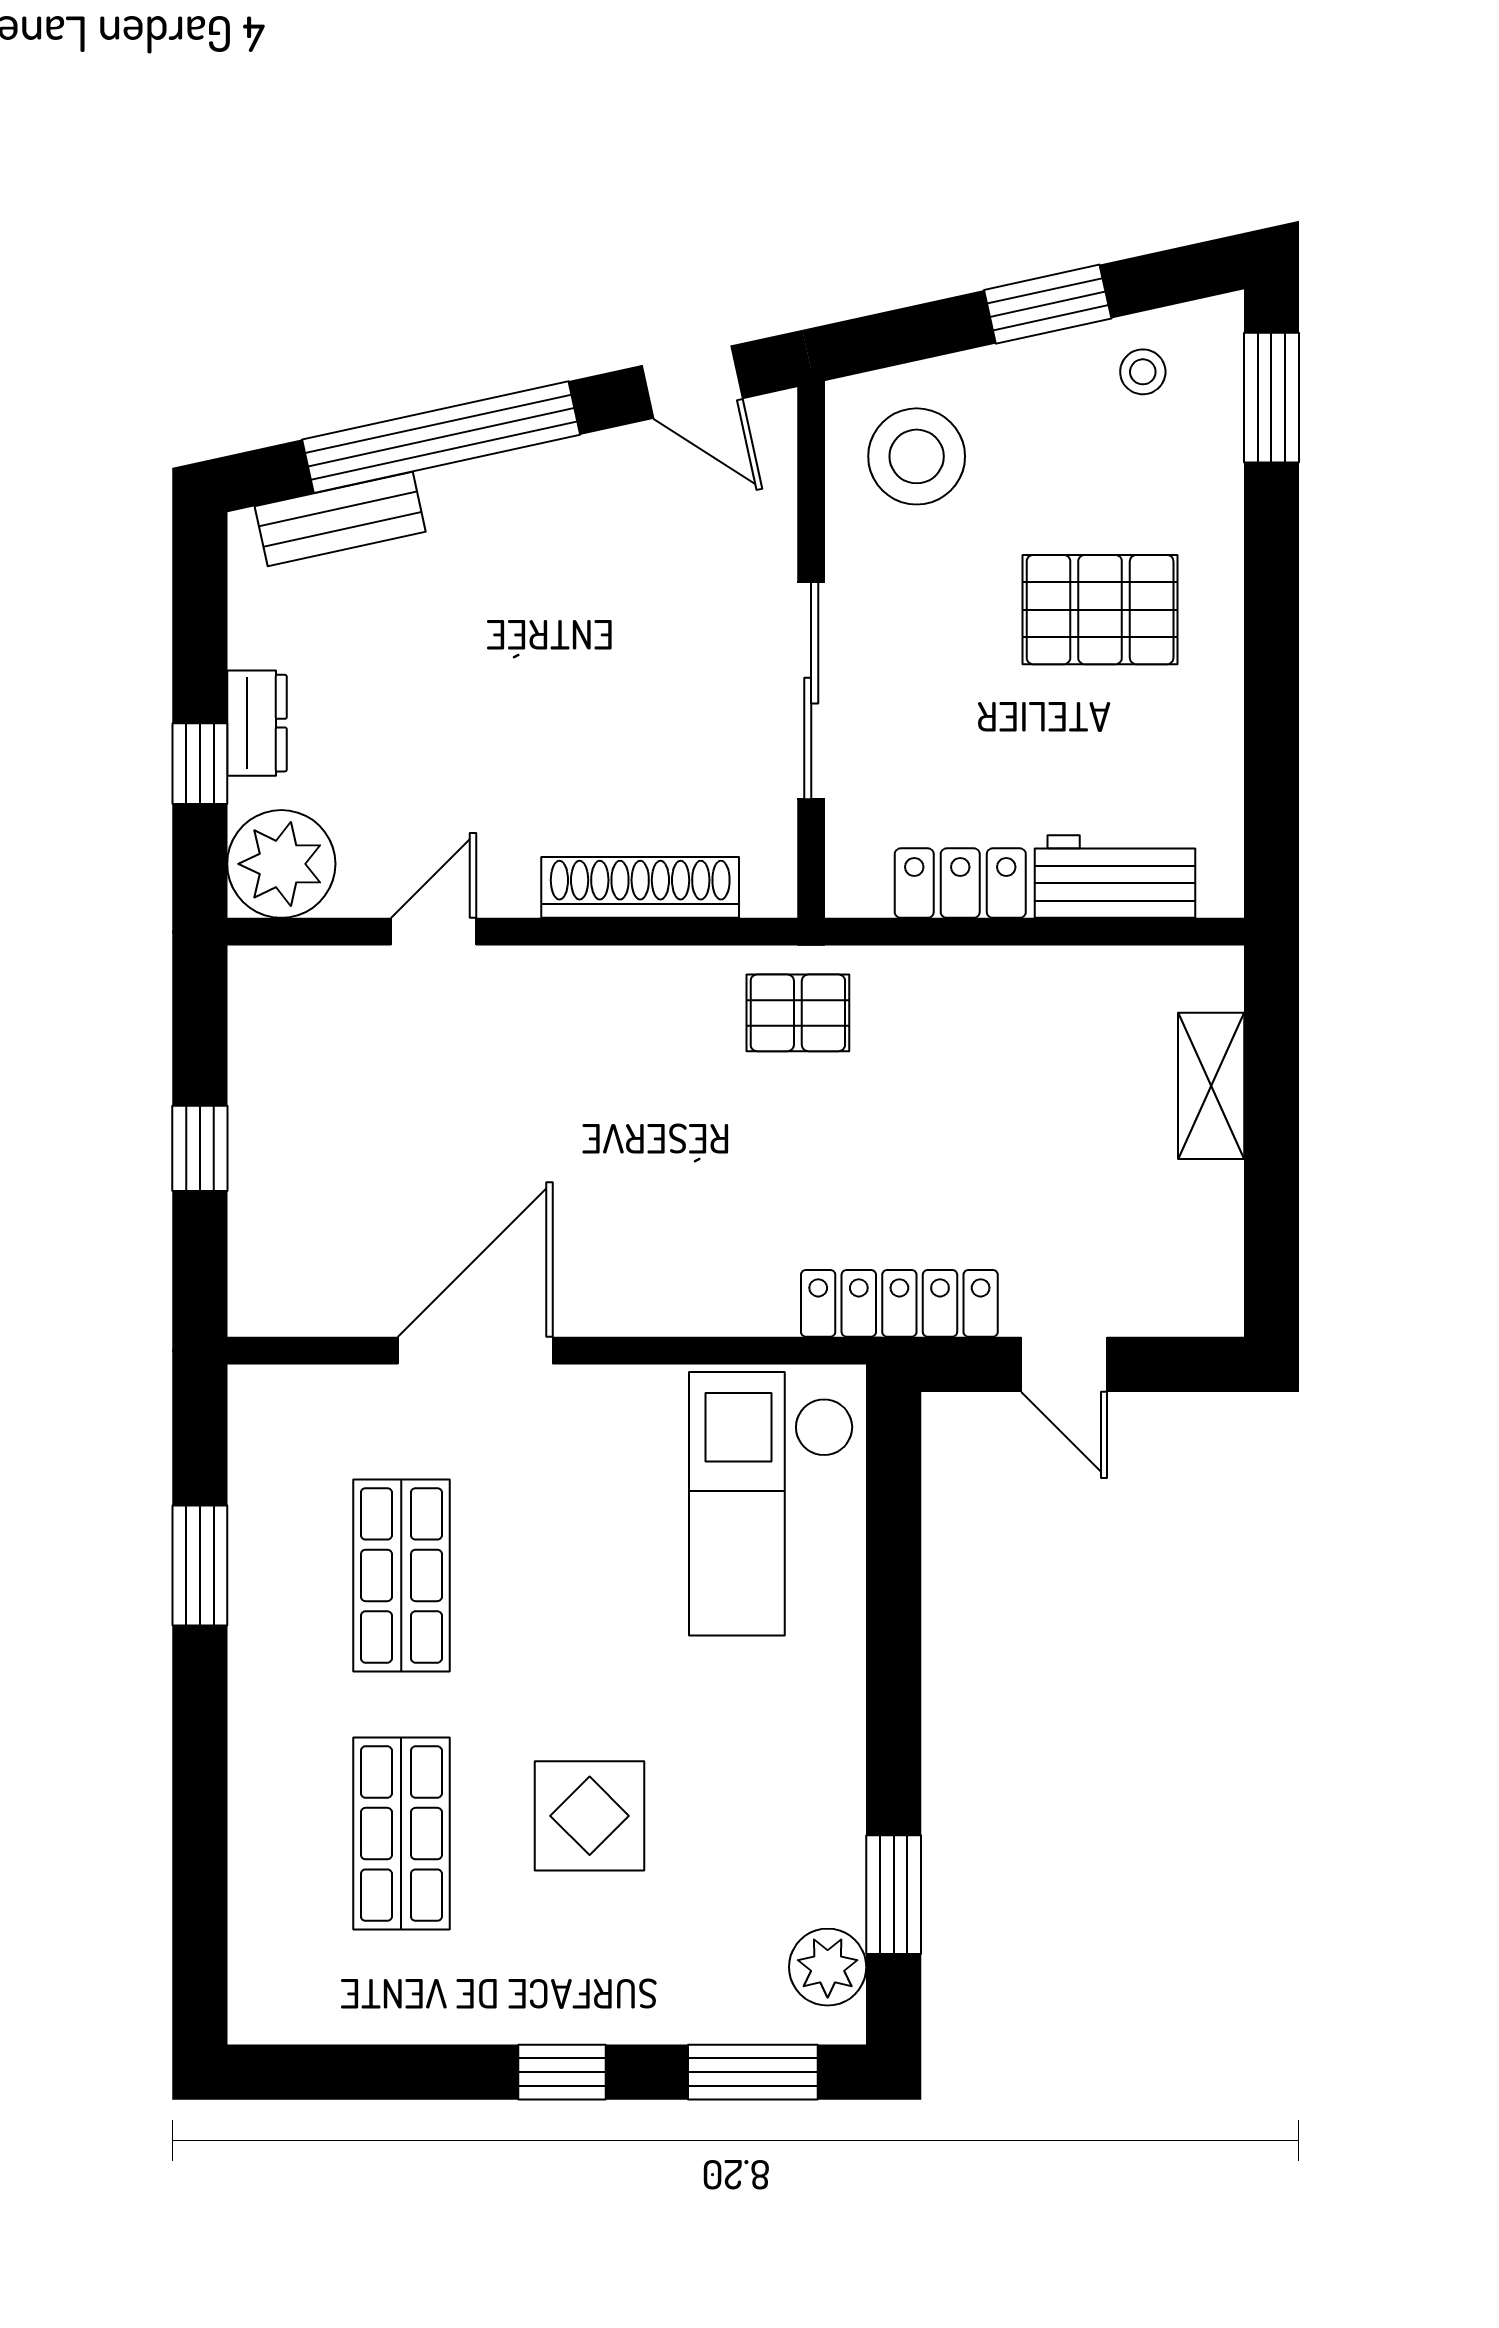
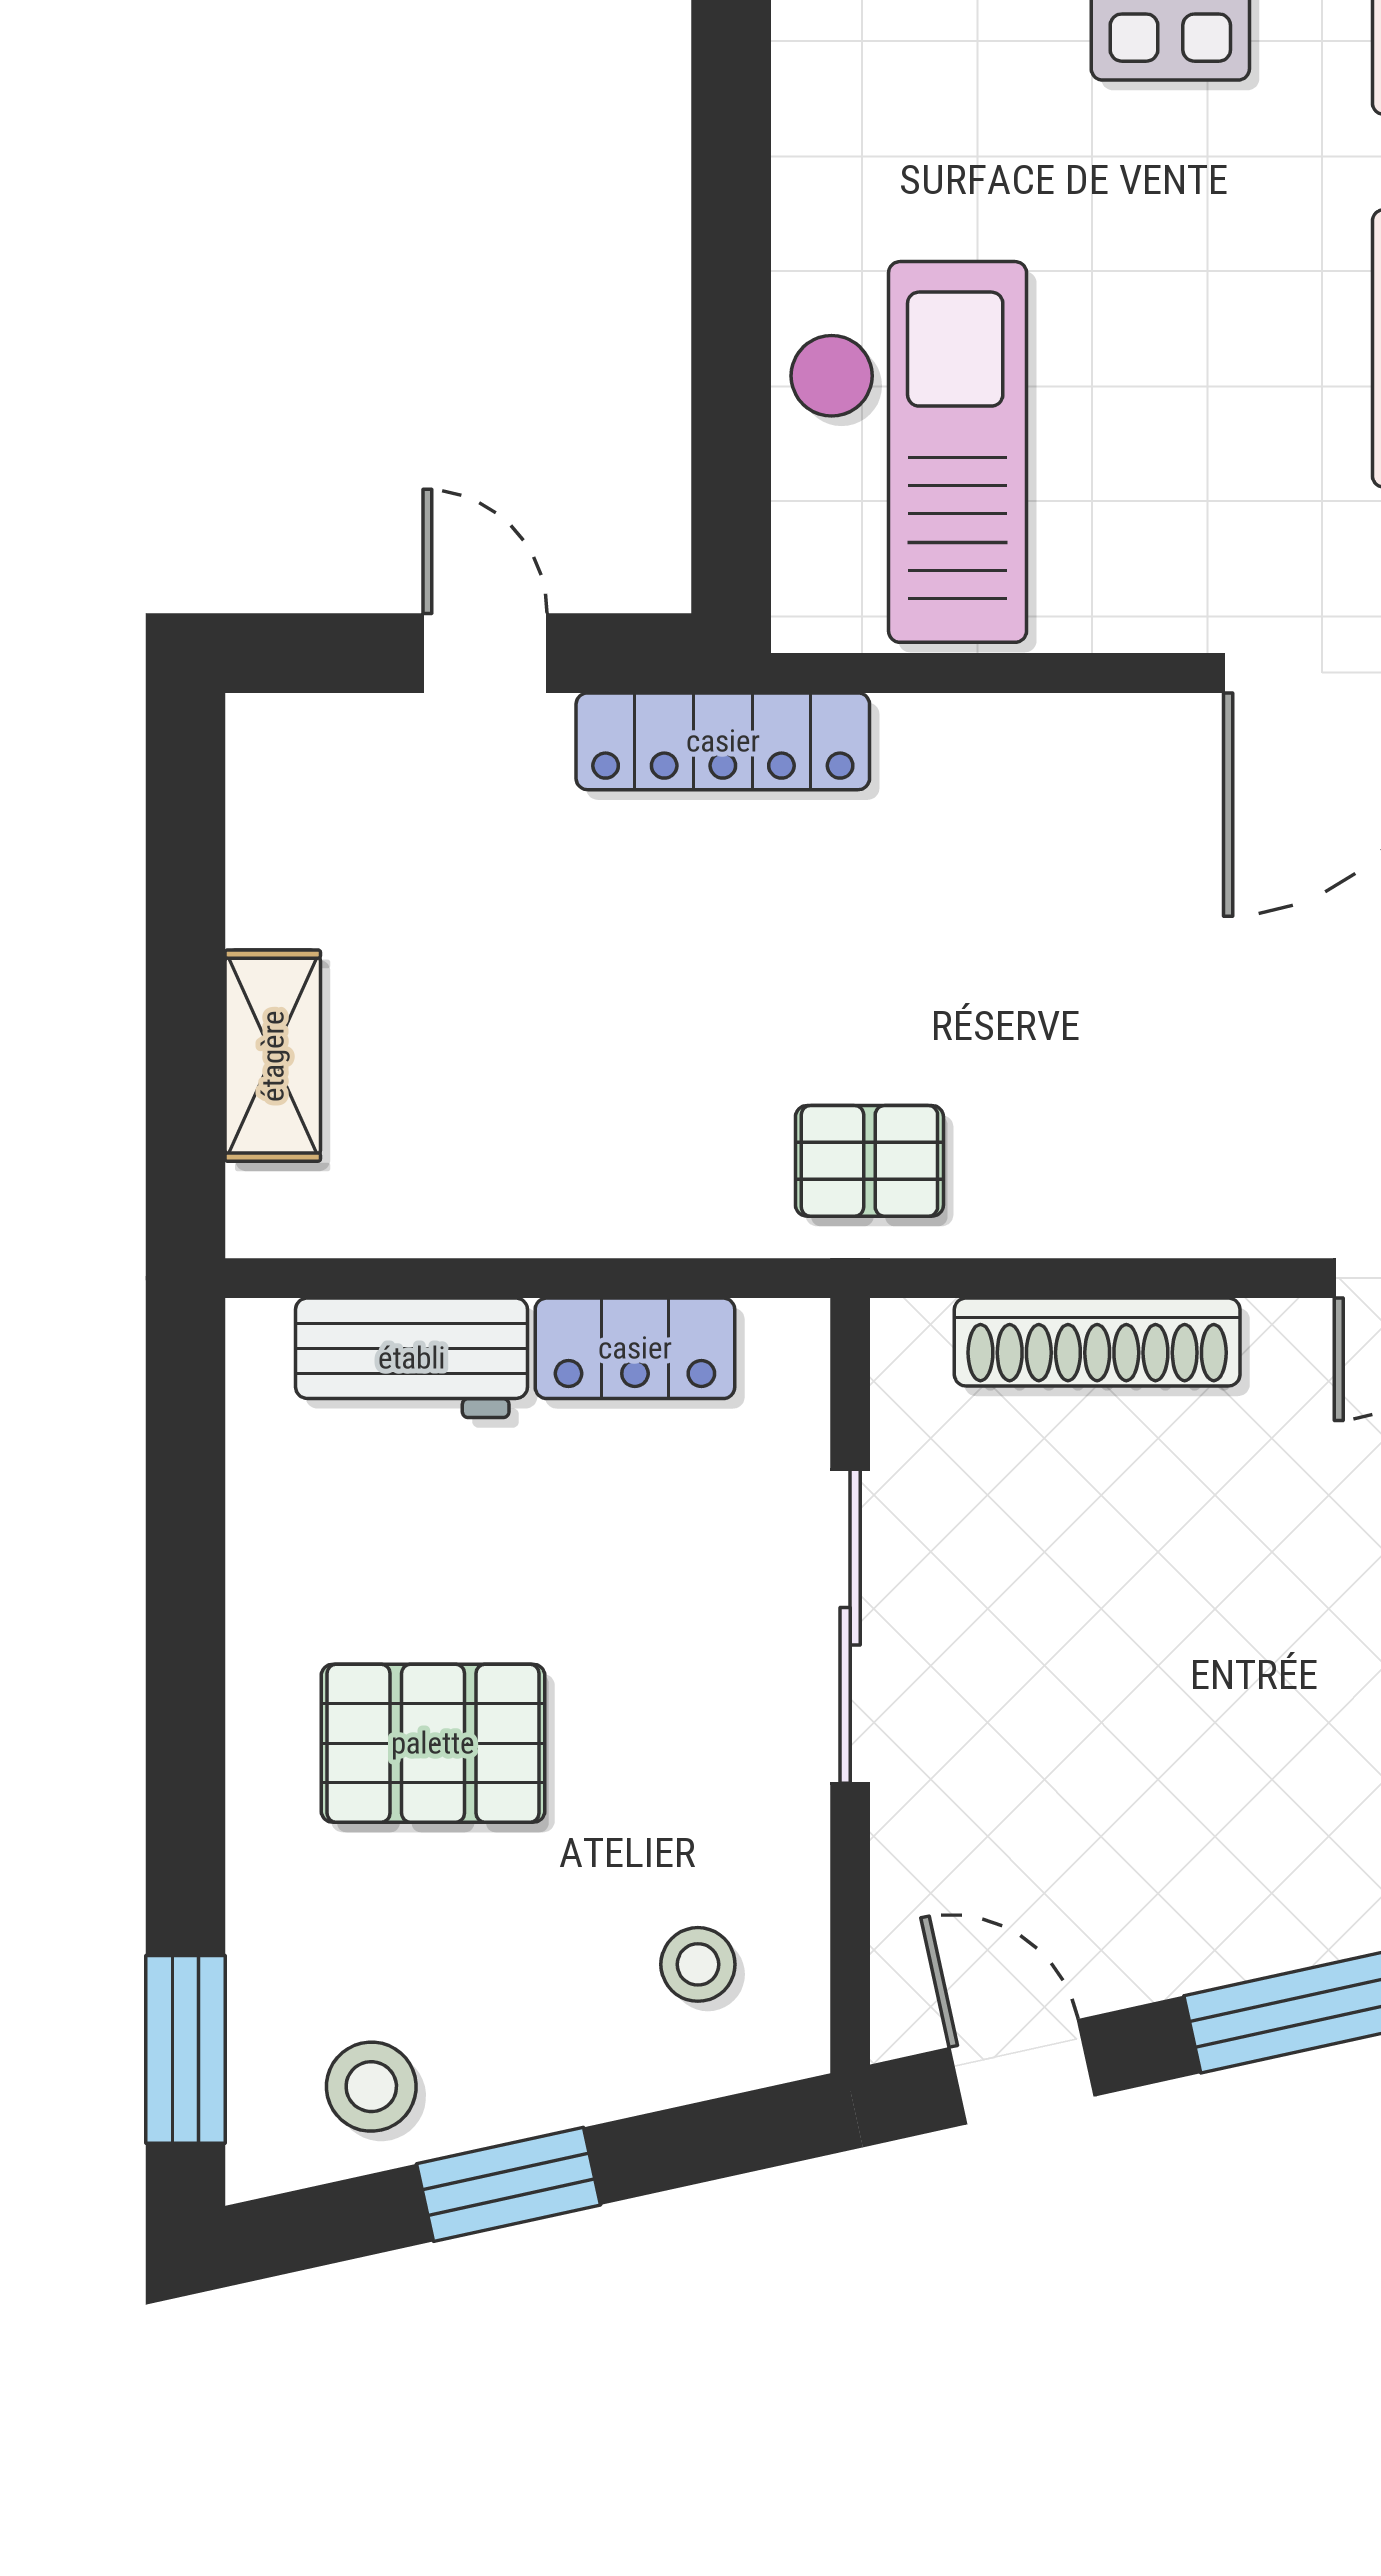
stool: (1143, 372) -> (371, 2087), width x1.37, depth x1.37
stool: (917, 456) -> (698, 1964), width x0.53, depth x0.53

